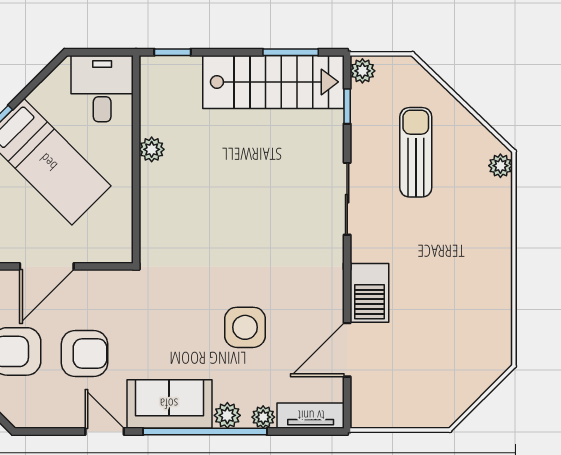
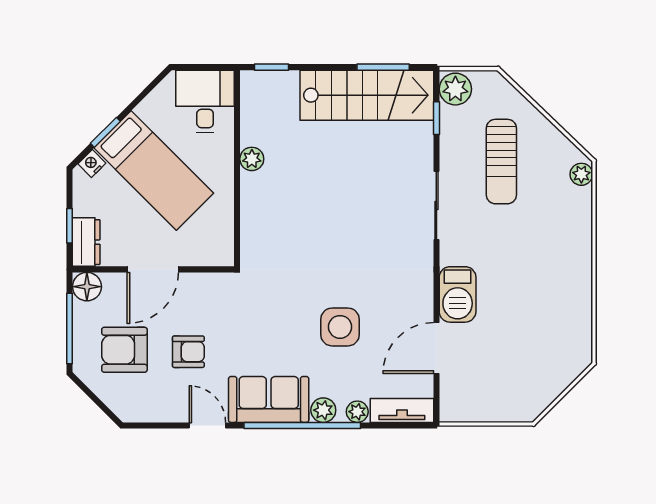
plant: (362, 71) -> (455, 89), width x1.38, depth x1.38
sun lounger: (416, 152) -> (501, 162), turned 180
armchair: (84, 354) -> (188, 352), width x0.72, depth x0.72

